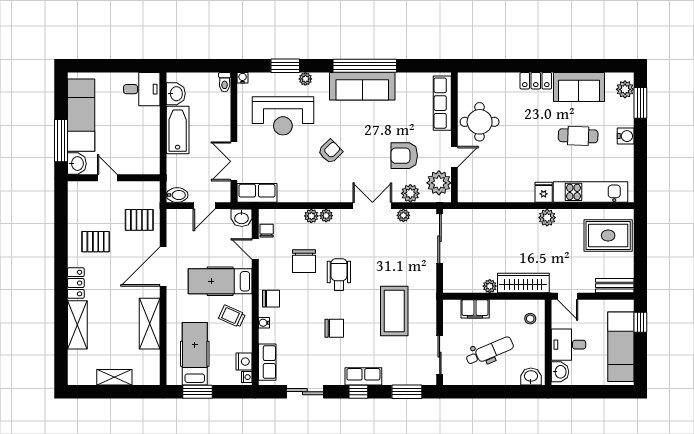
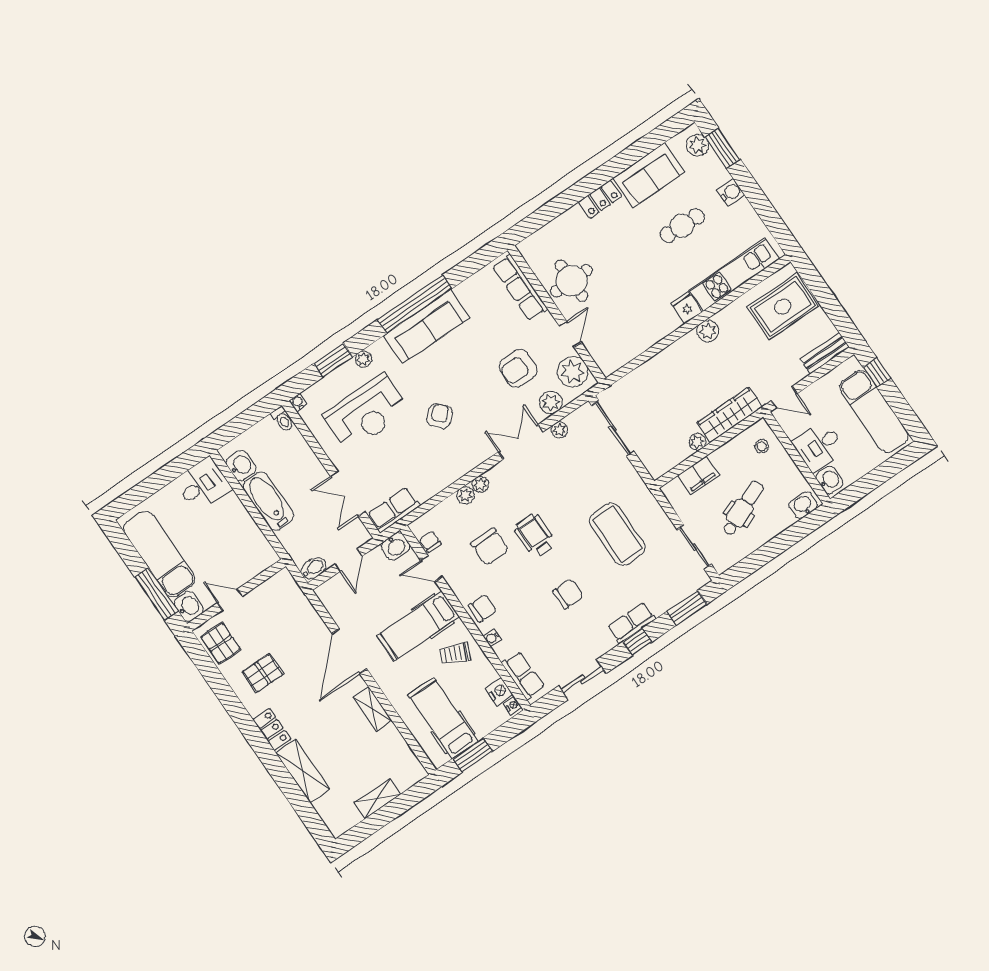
pallet: (139, 220) -> (221, 643), moved, turned 90
shelving: (150, 324) -> (372, 709), width x0.67, depth x0.75

